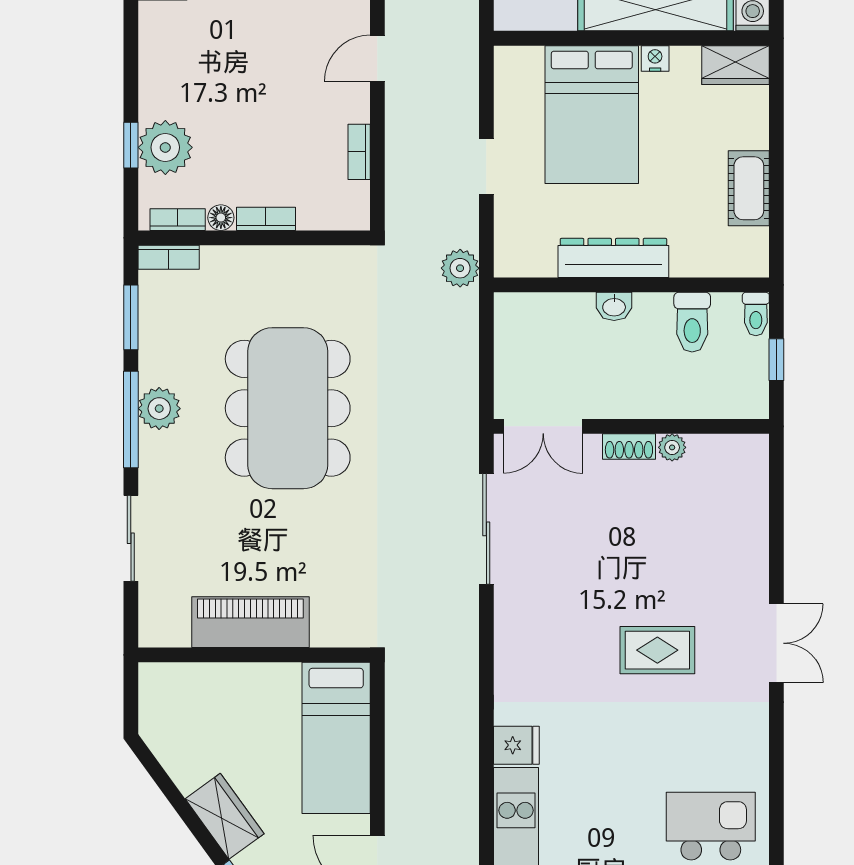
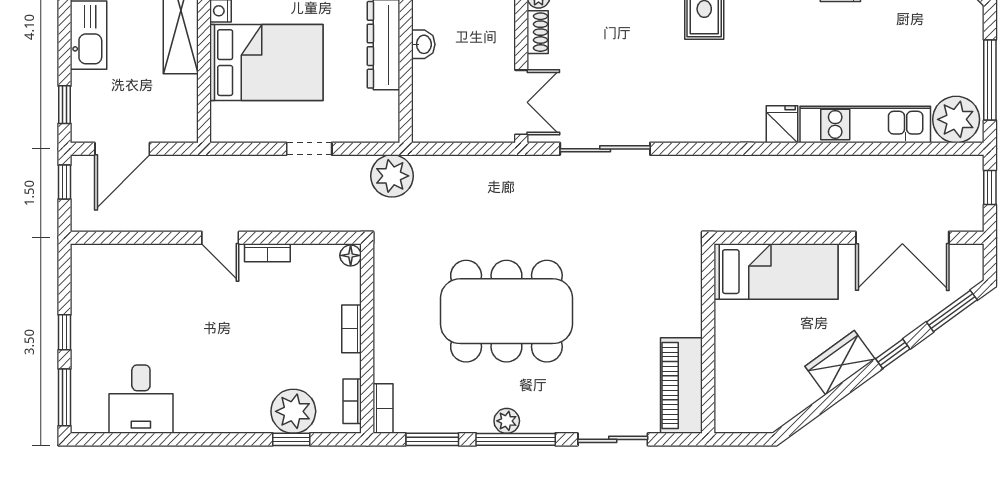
bookcase: (359, 152) -> (267, 253), moved
floor lamp: (221, 218) -> (351, 255), moved
plant: (460, 268) -> (392, 176), width x1.36, depth x1.36
plant: (159, 409) -> (507, 421), width x0.73, depth x0.73
piano: (250, 622) -> (681, 386), moved

